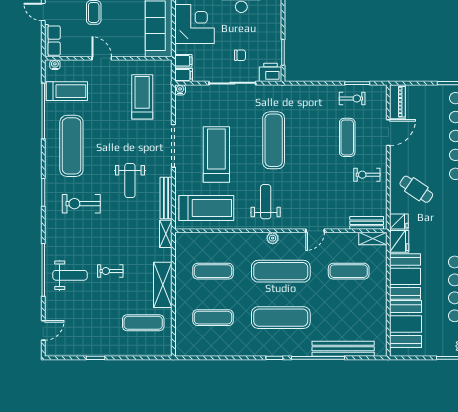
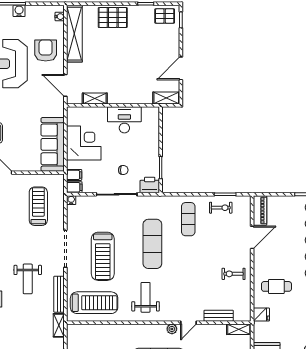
exercise mat: (347, 137) -> (188, 219), moved
treadmill: (216, 154) -> (103, 256), turned 180
cafe table: (416, 189) -> (276, 286), turned -34
bench: (367, 223) -> (219, 316), moved
plant: (273, 238) -> (172, 329), moved
fridge: (399, 241) -> (262, 332), removed

